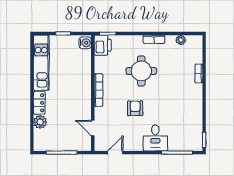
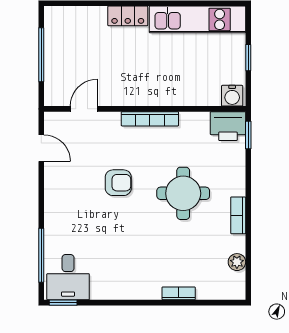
plant: (40, 122) -> (95, 17), removed
desk: (155, 138) -> (68, 277), moved, turned -90

